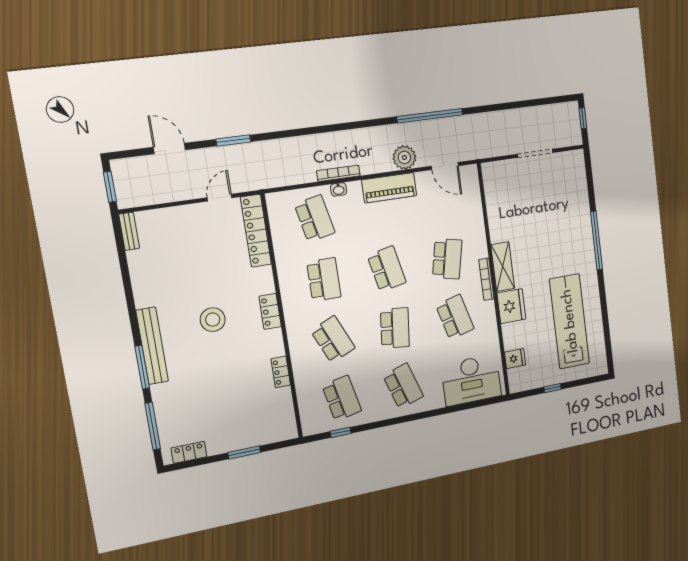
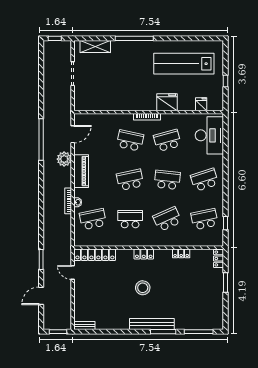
shelving: (503, 267) -> (95, 46), moved
locker: (189, 452) -> (219, 258), moved

